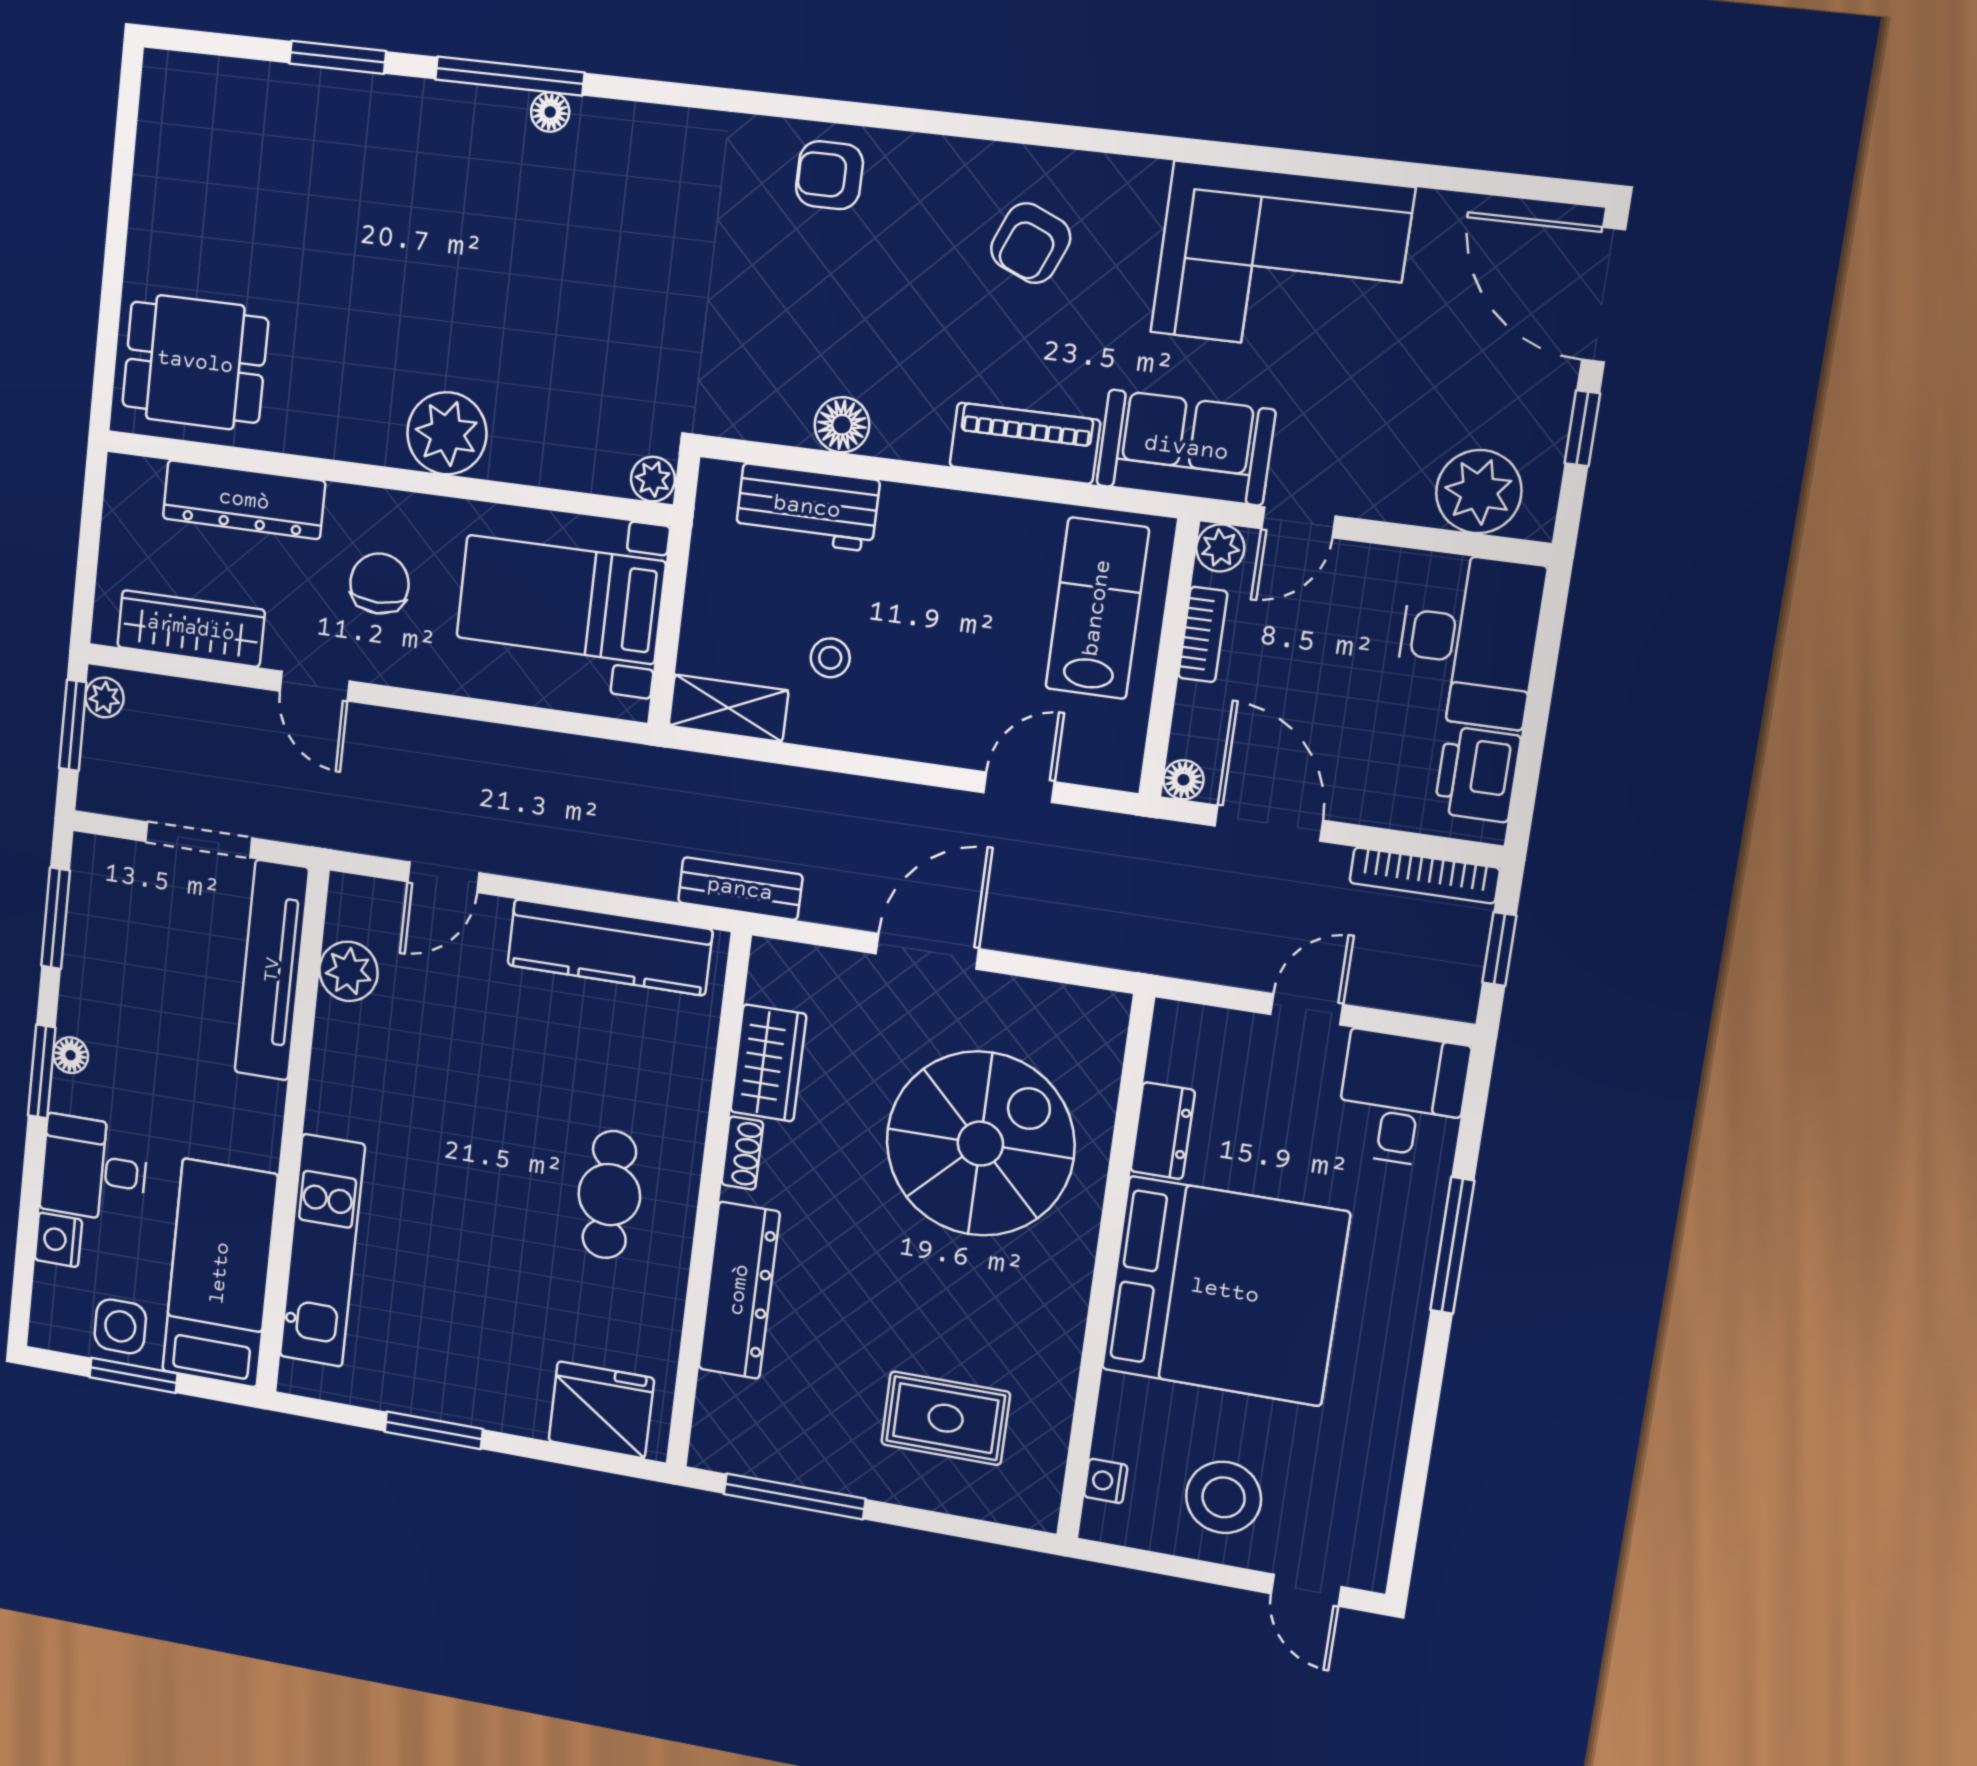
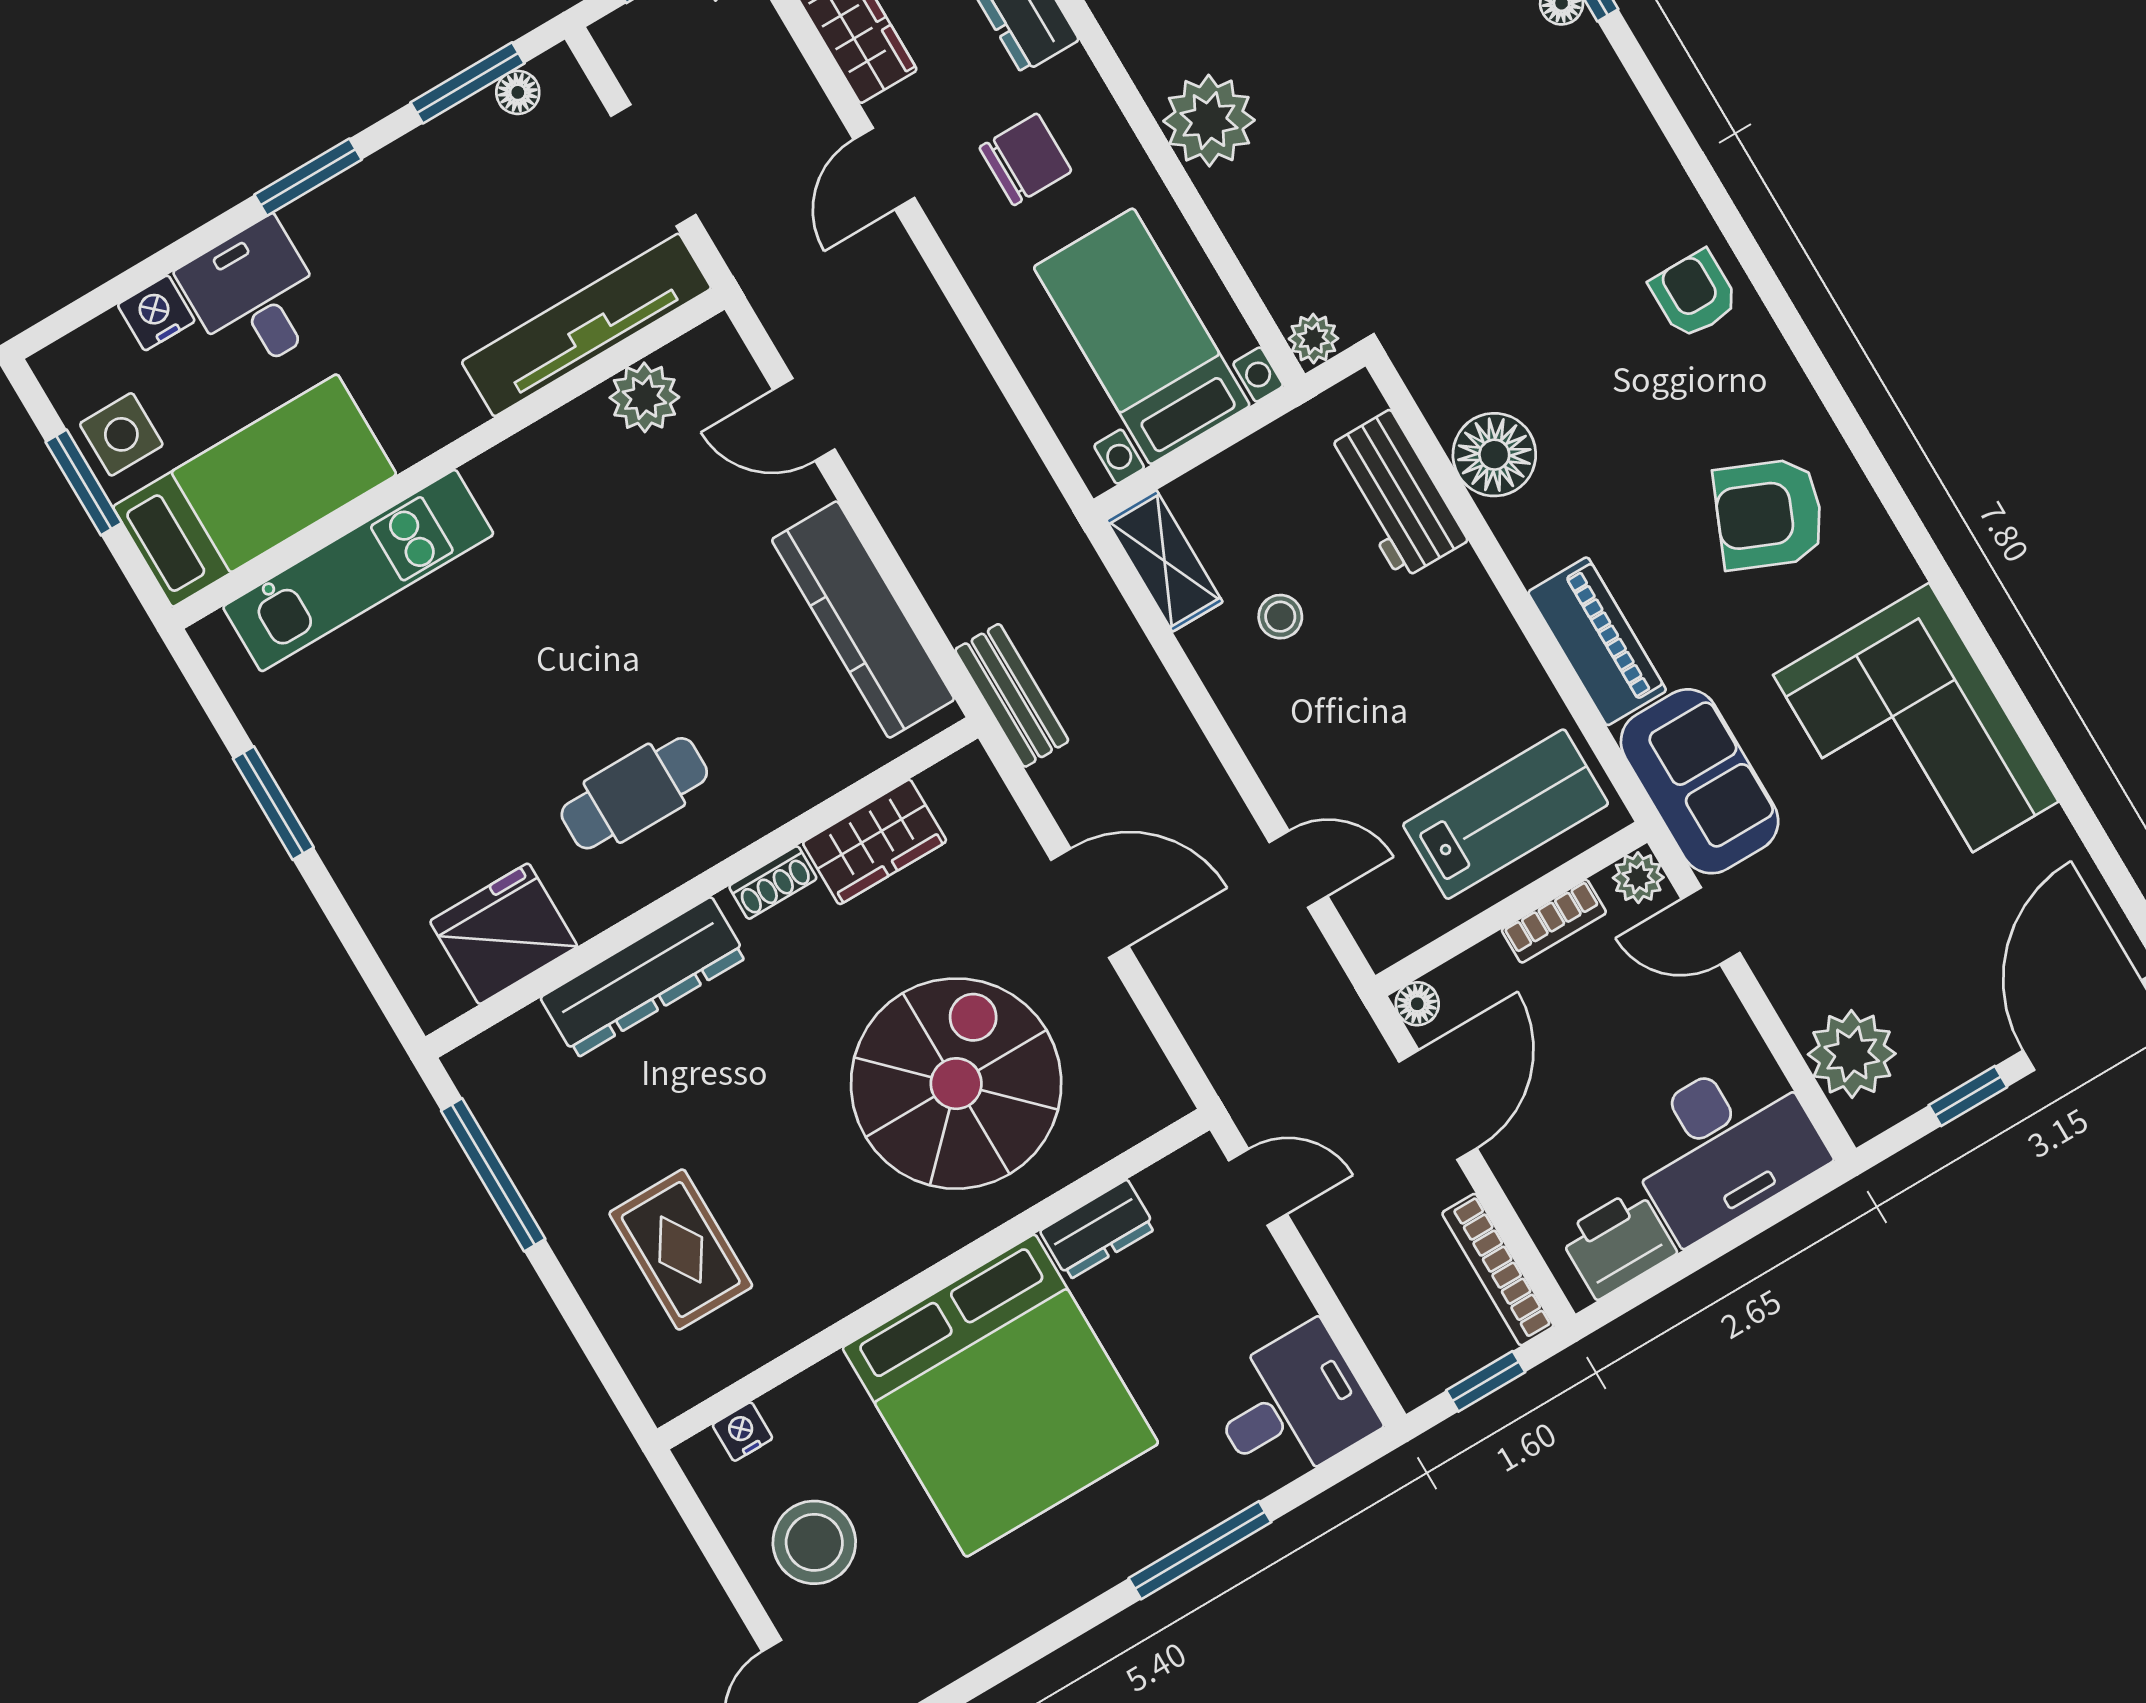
armchair: (1031, 243) -> (1769, 514), width x1.38, depth x1.38
floor lamp: (842, 425) -> (1494, 455), width x1.38, depth x1.38
door: (1307, 1009) -> (1258, 1187), moved
floor lamp: (71, 1055) -> (518, 92), moved
spiral stairs: (980, 1144) -> (956, 1084), turned -90
fridge: (601, 1410) -> (504, 934), moved, turned -90

